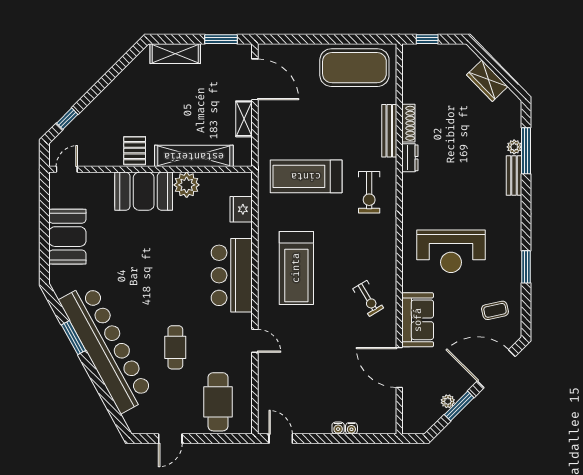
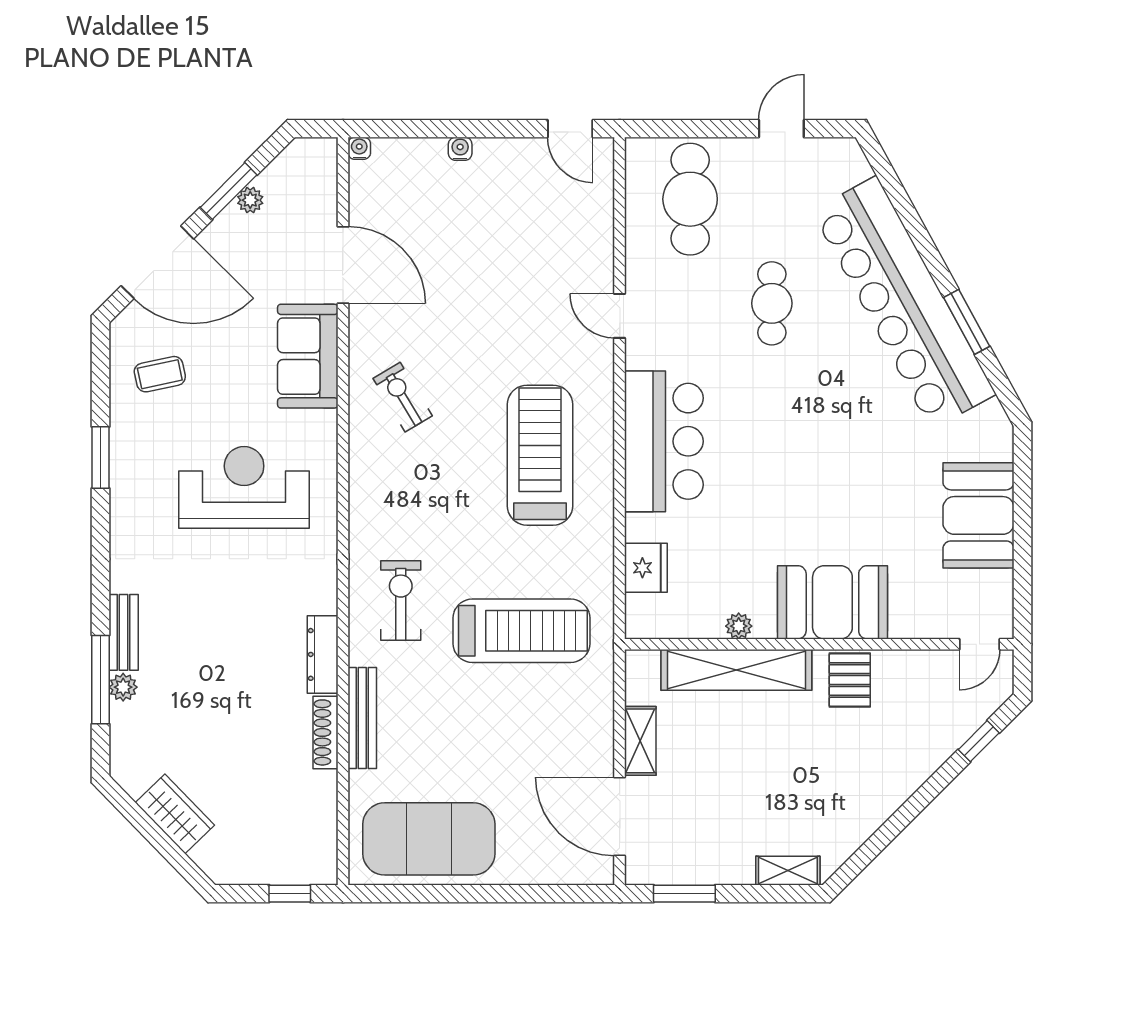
shelving: (175, 54) -> (788, 871), width x0.67, depth x0.75
dresser: (410, 158) -> (323, 654), width x1.44
plant: (187, 185) -> (739, 626), width x0.53, depth x0.53
water cooler: (351, 428) -> (359, 148), moved

